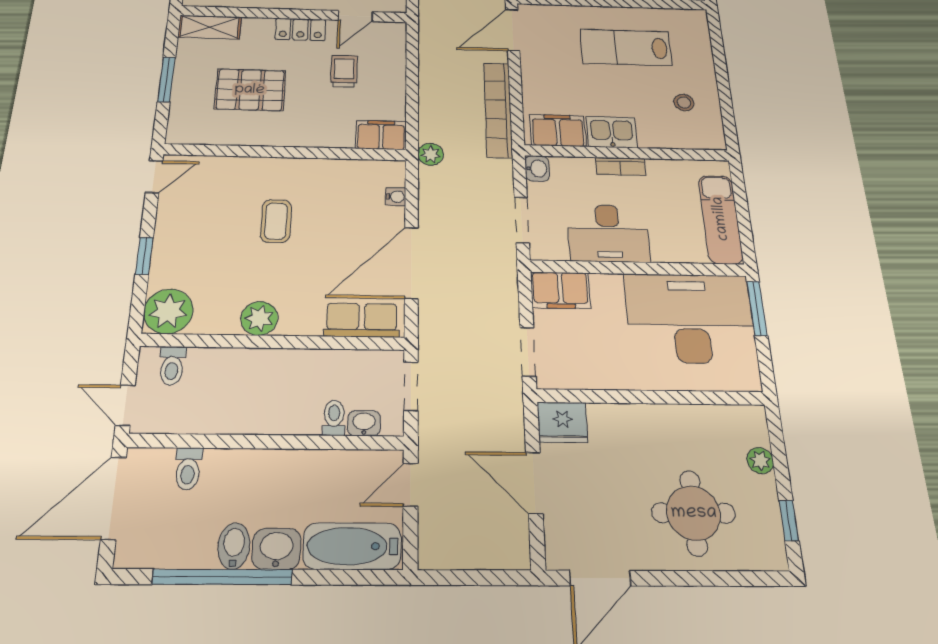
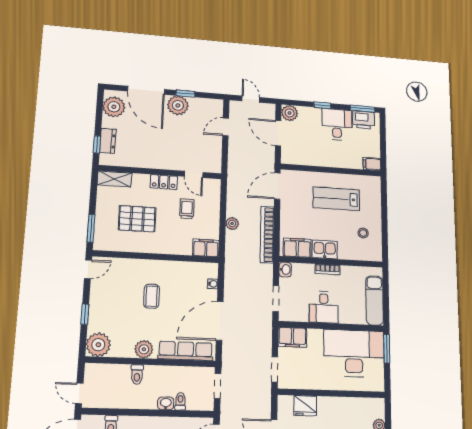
door: (355, 16) -> (193, 174), hinge flipped
window: (166, 79) -> (91, 228), moved
plant: (431, 154) -> (232, 223), moved
desk: (608, 233) -> (324, 307), width x0.73
row of seats: (362, 320) -> (185, 351), width x1.48
toilet: (172, 366) -> (137, 375), moved
fridge: (563, 422) -> (305, 406), moved
washbasin: (364, 423) -> (166, 403), moved

